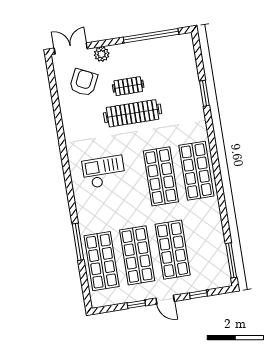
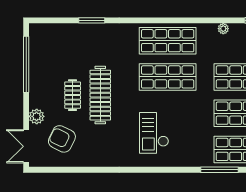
plant: (217, 223) -> (223, 29), added

